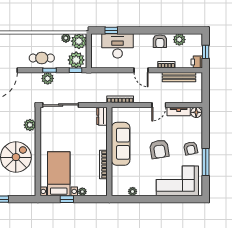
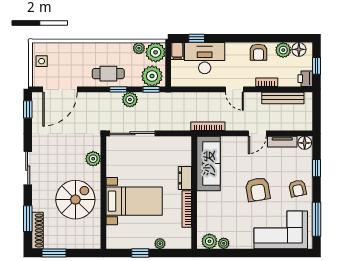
floor lamp: (192, 39) -> (299, 49), added
filing cabinet: (96, 40) -> (177, 51), added
plant: (48, 78) -> (130, 100), moved
dresser: (102, 116) -> (185, 178), moved
window: (206, 132) -> (317, 168), added
sofa: (121, 144) -> (209, 163), moved
window: (206, 162) -> (317, 219), moved
bed with nightstands: (59, 174) -> (134, 201), moved, turned 90
plant: (121, 190) -> (209, 241), added

